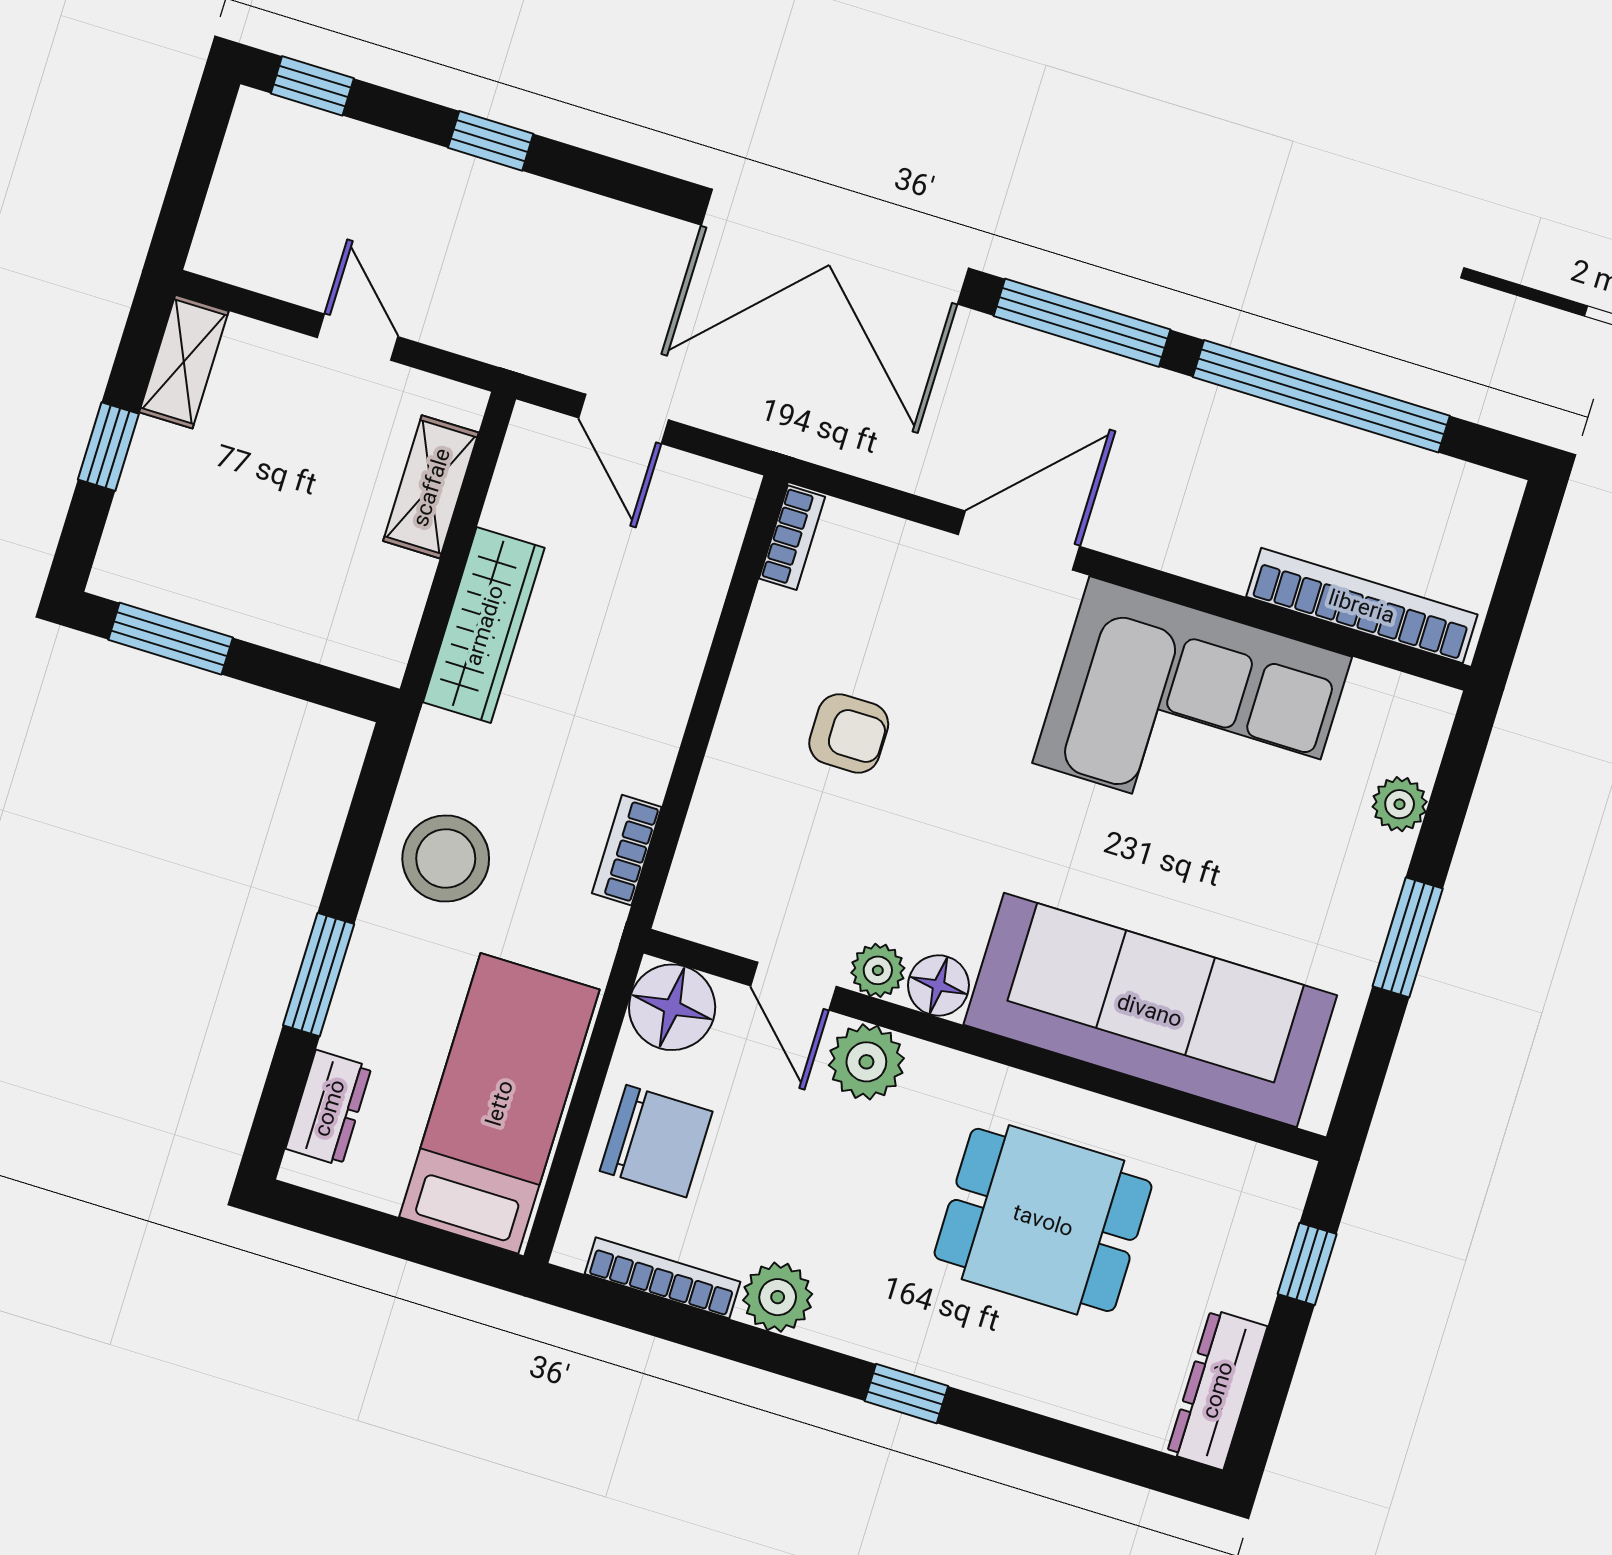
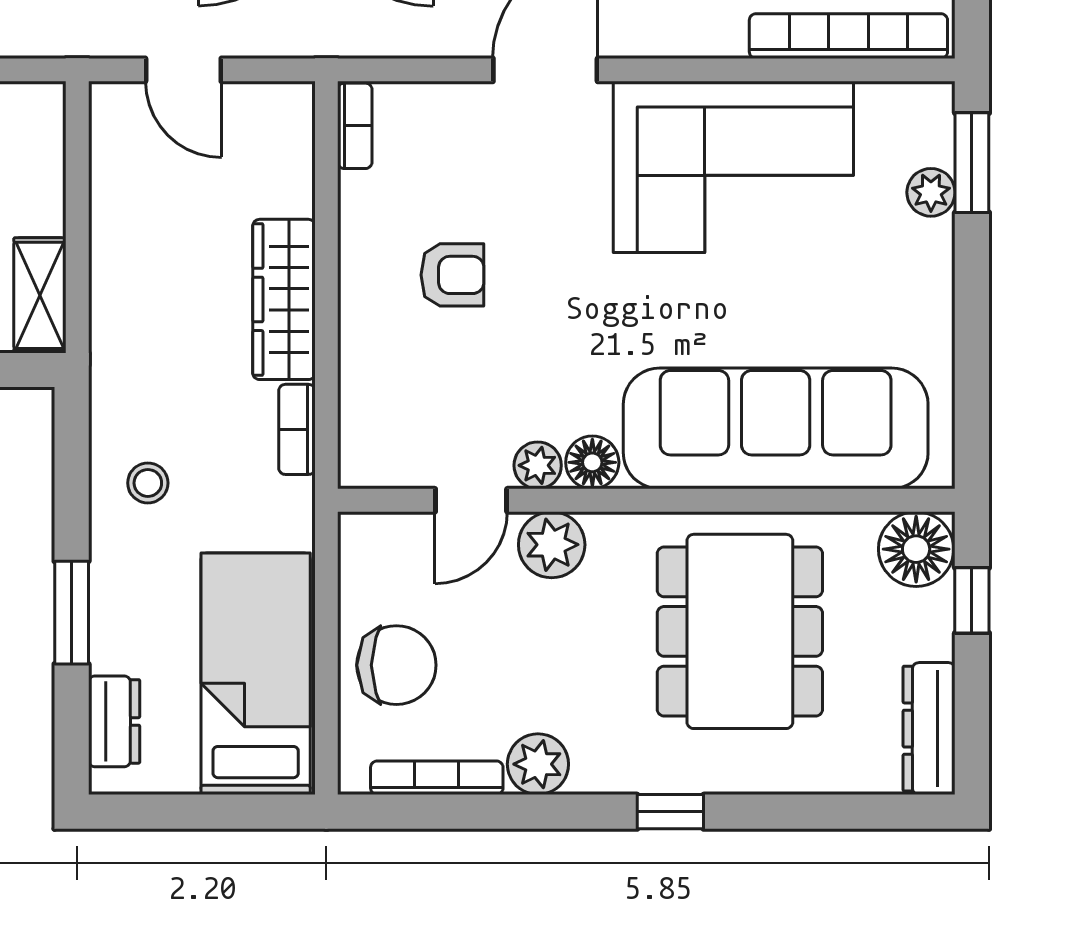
shelving: (431, 487) -> (40, 295), moved
wardrobe: (484, 625) -> (284, 299), moved, turned 180
stool: (446, 858) -> (148, 483), width x0.53, depth x0.53
window: (1408, 937) -> (972, 163), moved
door: (793, 986) -> (471, 500), hinge flipped
floor lamp: (672, 1007) -> (916, 549), moved
dining table: (1043, 1220) -> (740, 631), width x1.38

